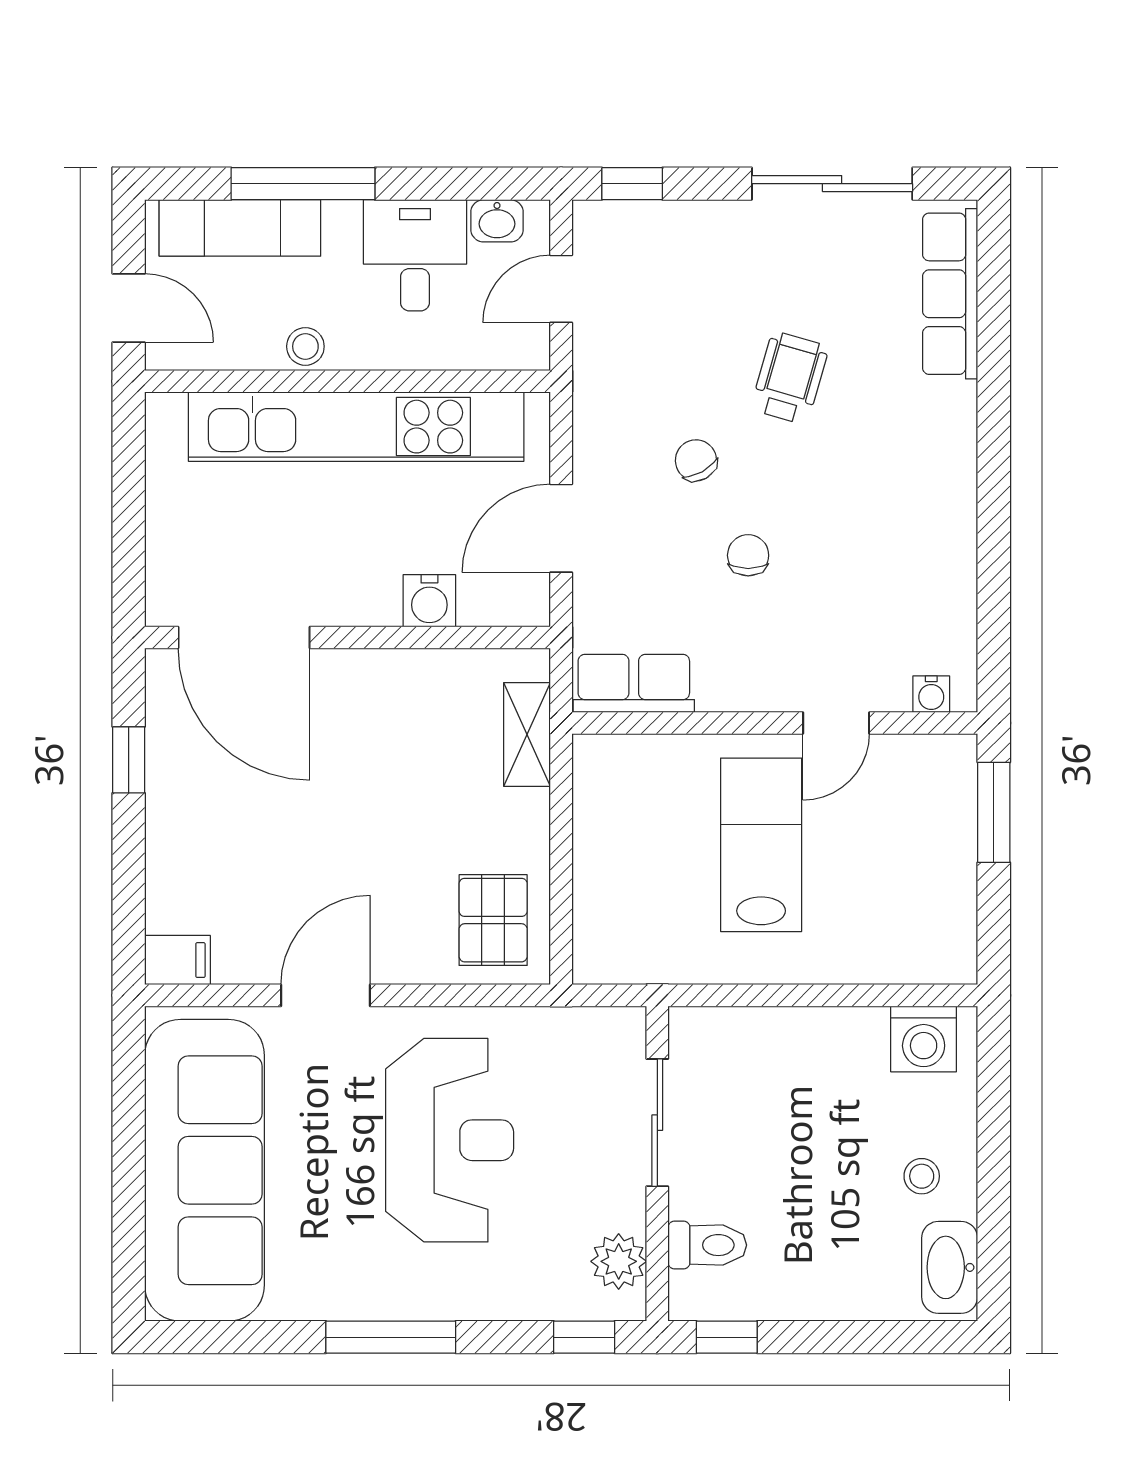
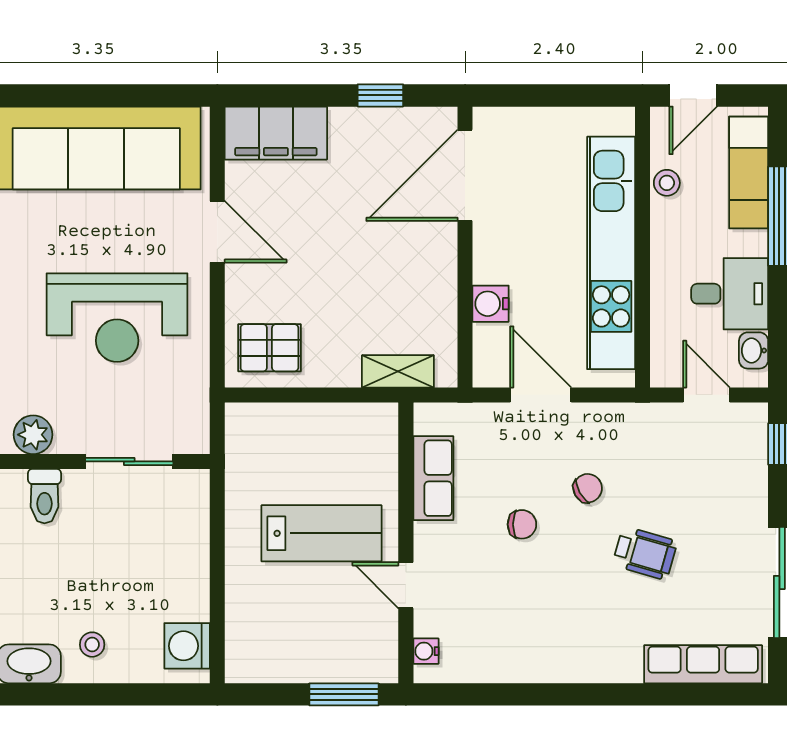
stool: (305, 346) -> (667, 183), moved
row of seats: (634, 683) -> (433, 478), moved
filing cabinet: (177, 960) -> (276, 133), width x3.00, depth x1.17

